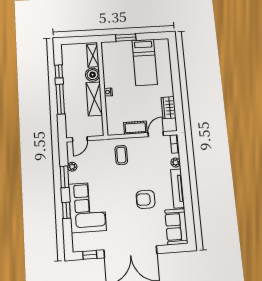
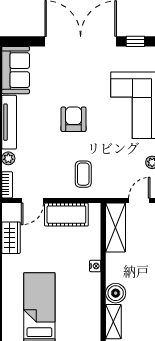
shelving: (94, 99) -> (116, 228), moved
cot: (135, 128) -> (66, 215), width x1.37, depth x1.34
armchair: (146, 199) -> (74, 119), moved, turned -90

